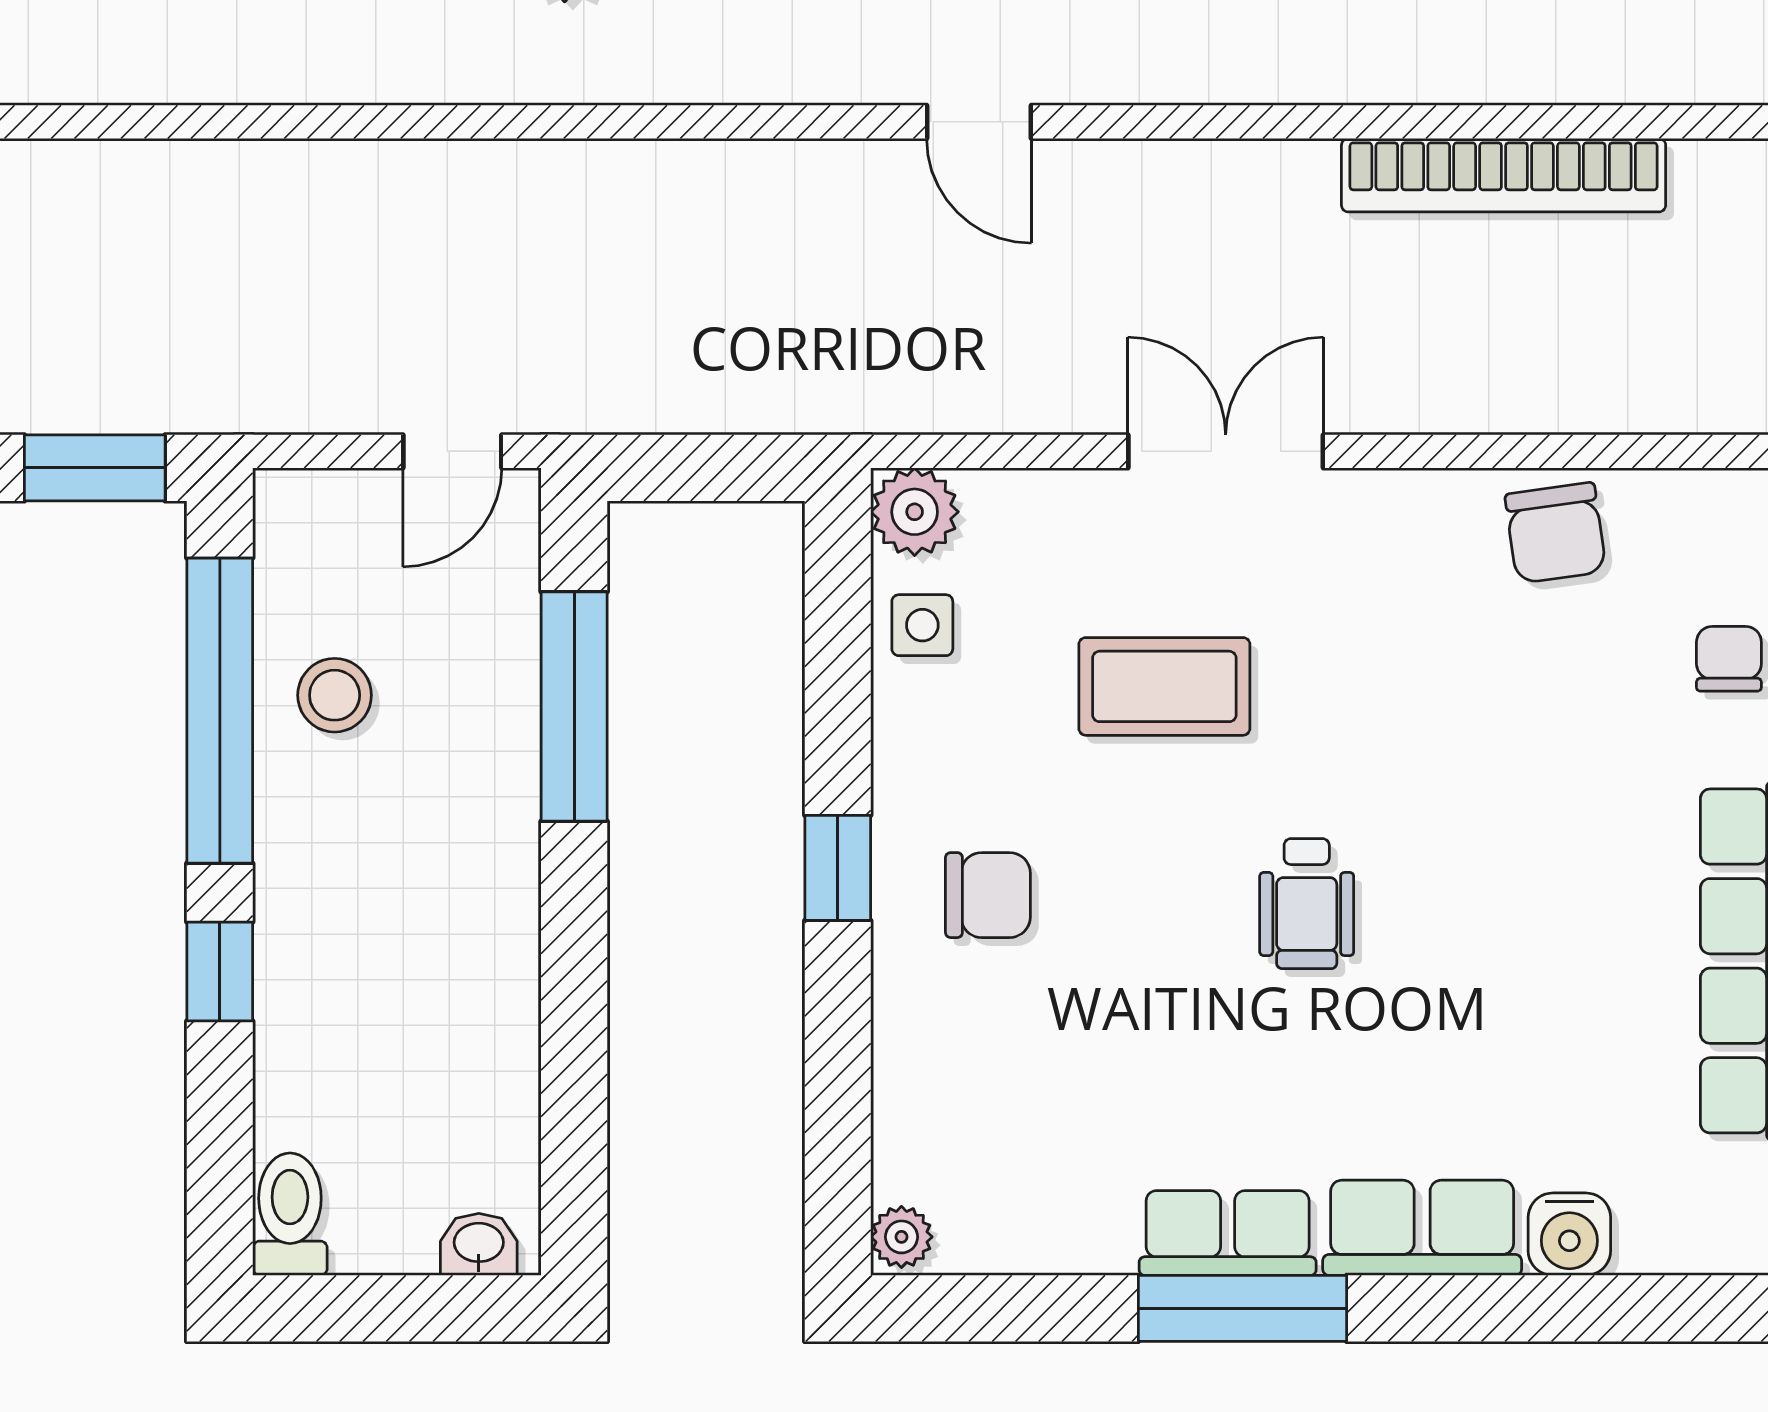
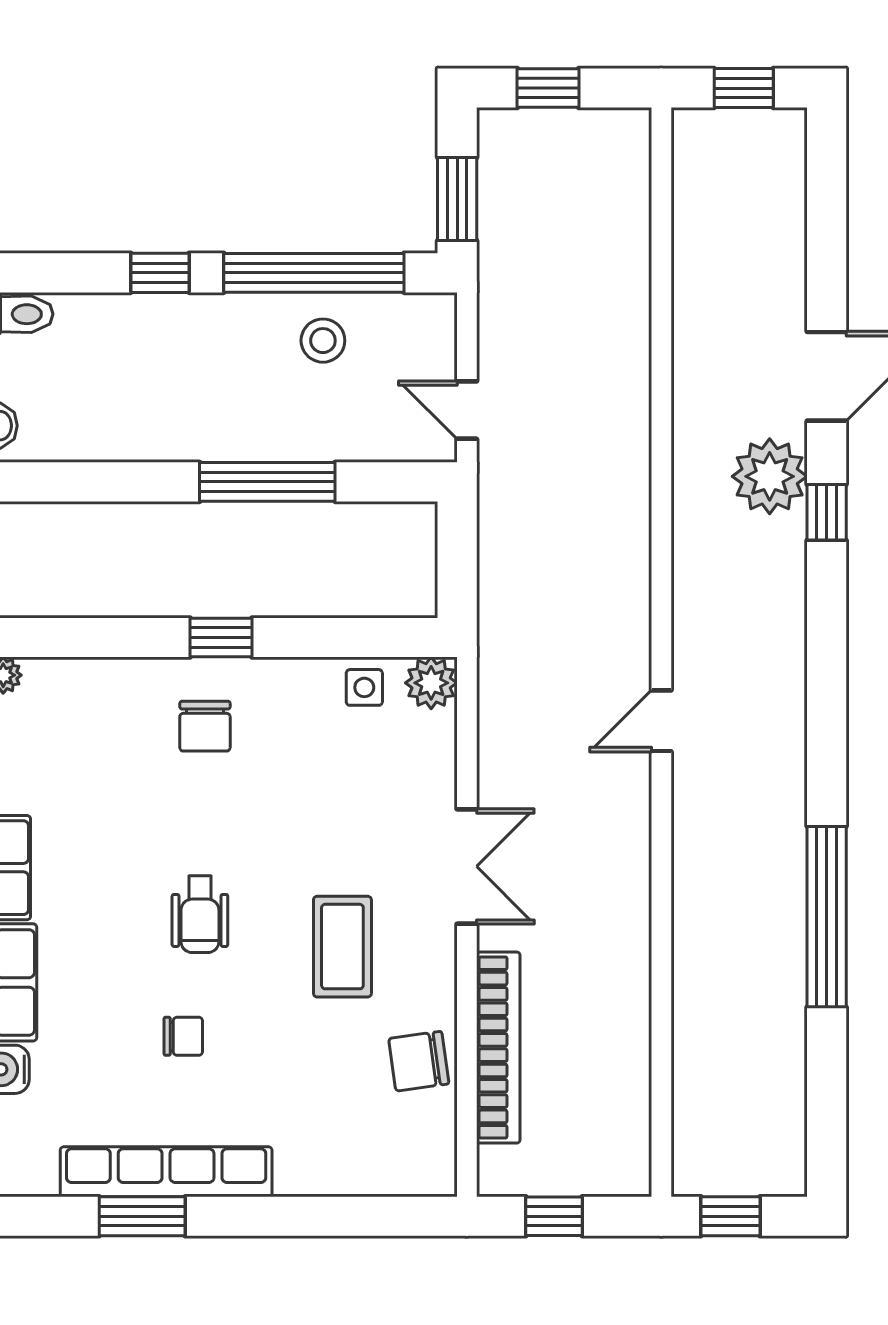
bookcase: (1504, 175) -> (498, 1048), moved, turned 180
chair: (1729, 659) -> (183, 1036), moved
coffee table: (1164, 686) -> (342, 947), moved
window: (574, 706) -> (267, 482), moved
wheelchair: (1307, 904) -> (200, 914), turned -90

